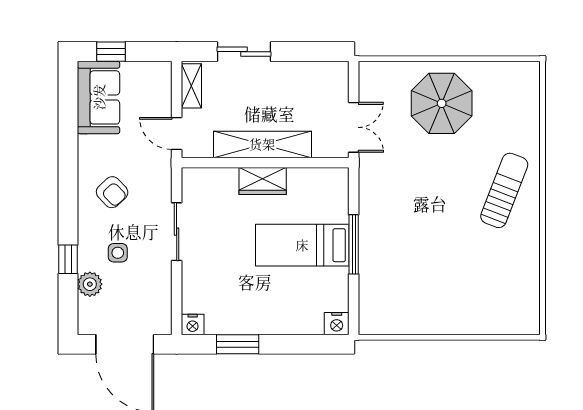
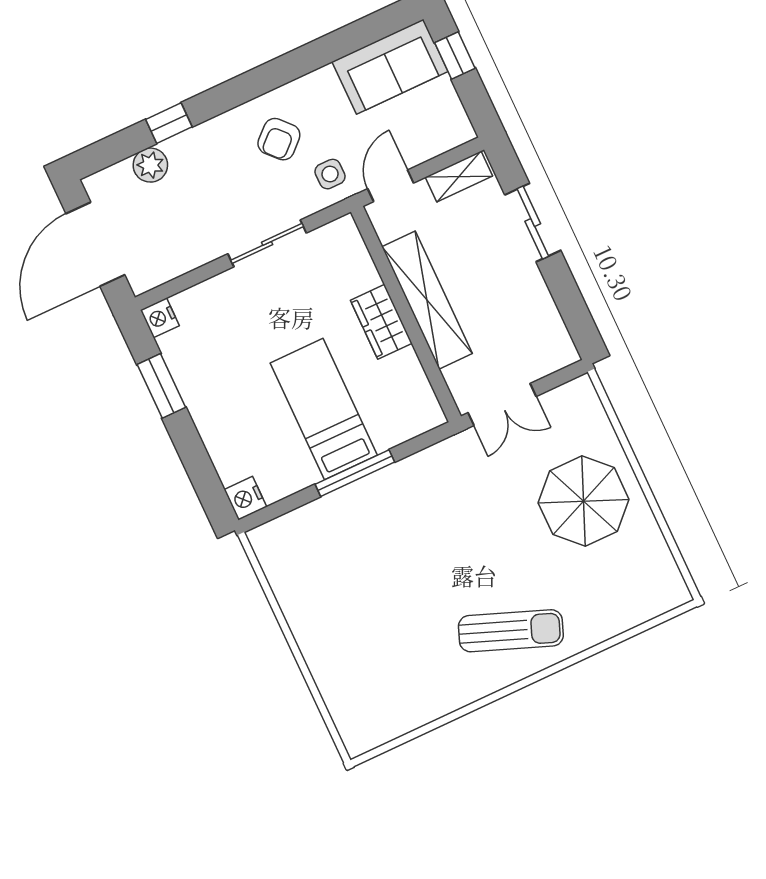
side table: (118, 253) -> (330, 174), moved

